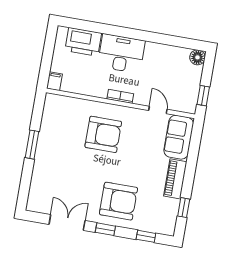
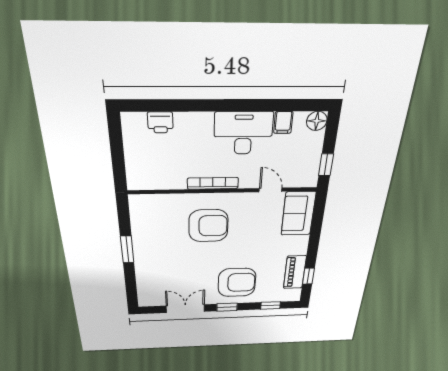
printer: (83, 42) -> (160, 122), width x0.53, depth x0.68
desk: (121, 54) -> (243, 133), moved
filing cabinet: (54, 81) -> (283, 122), moved, turned 180
bookcase: (120, 96) -> (213, 183), width x1.56
piano: (175, 179) -> (295, 272), moved

